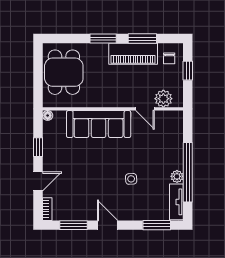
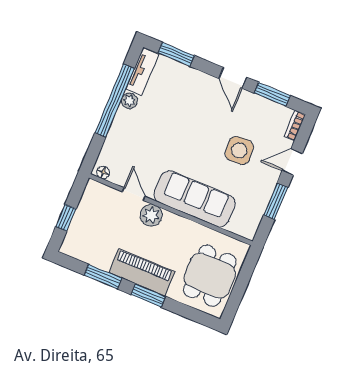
piano: (133, 54) -> (142, 272), moved
chair: (169, 58) -> (82, 241), removed
plant: (163, 99) -> (151, 215), moved
floor lamp: (48, 115) -> (103, 172), moved
window: (38, 147) -> (276, 201), width x1.50
side table: (131, 179) -> (239, 150), moved, width x1.87, depth x1.87

